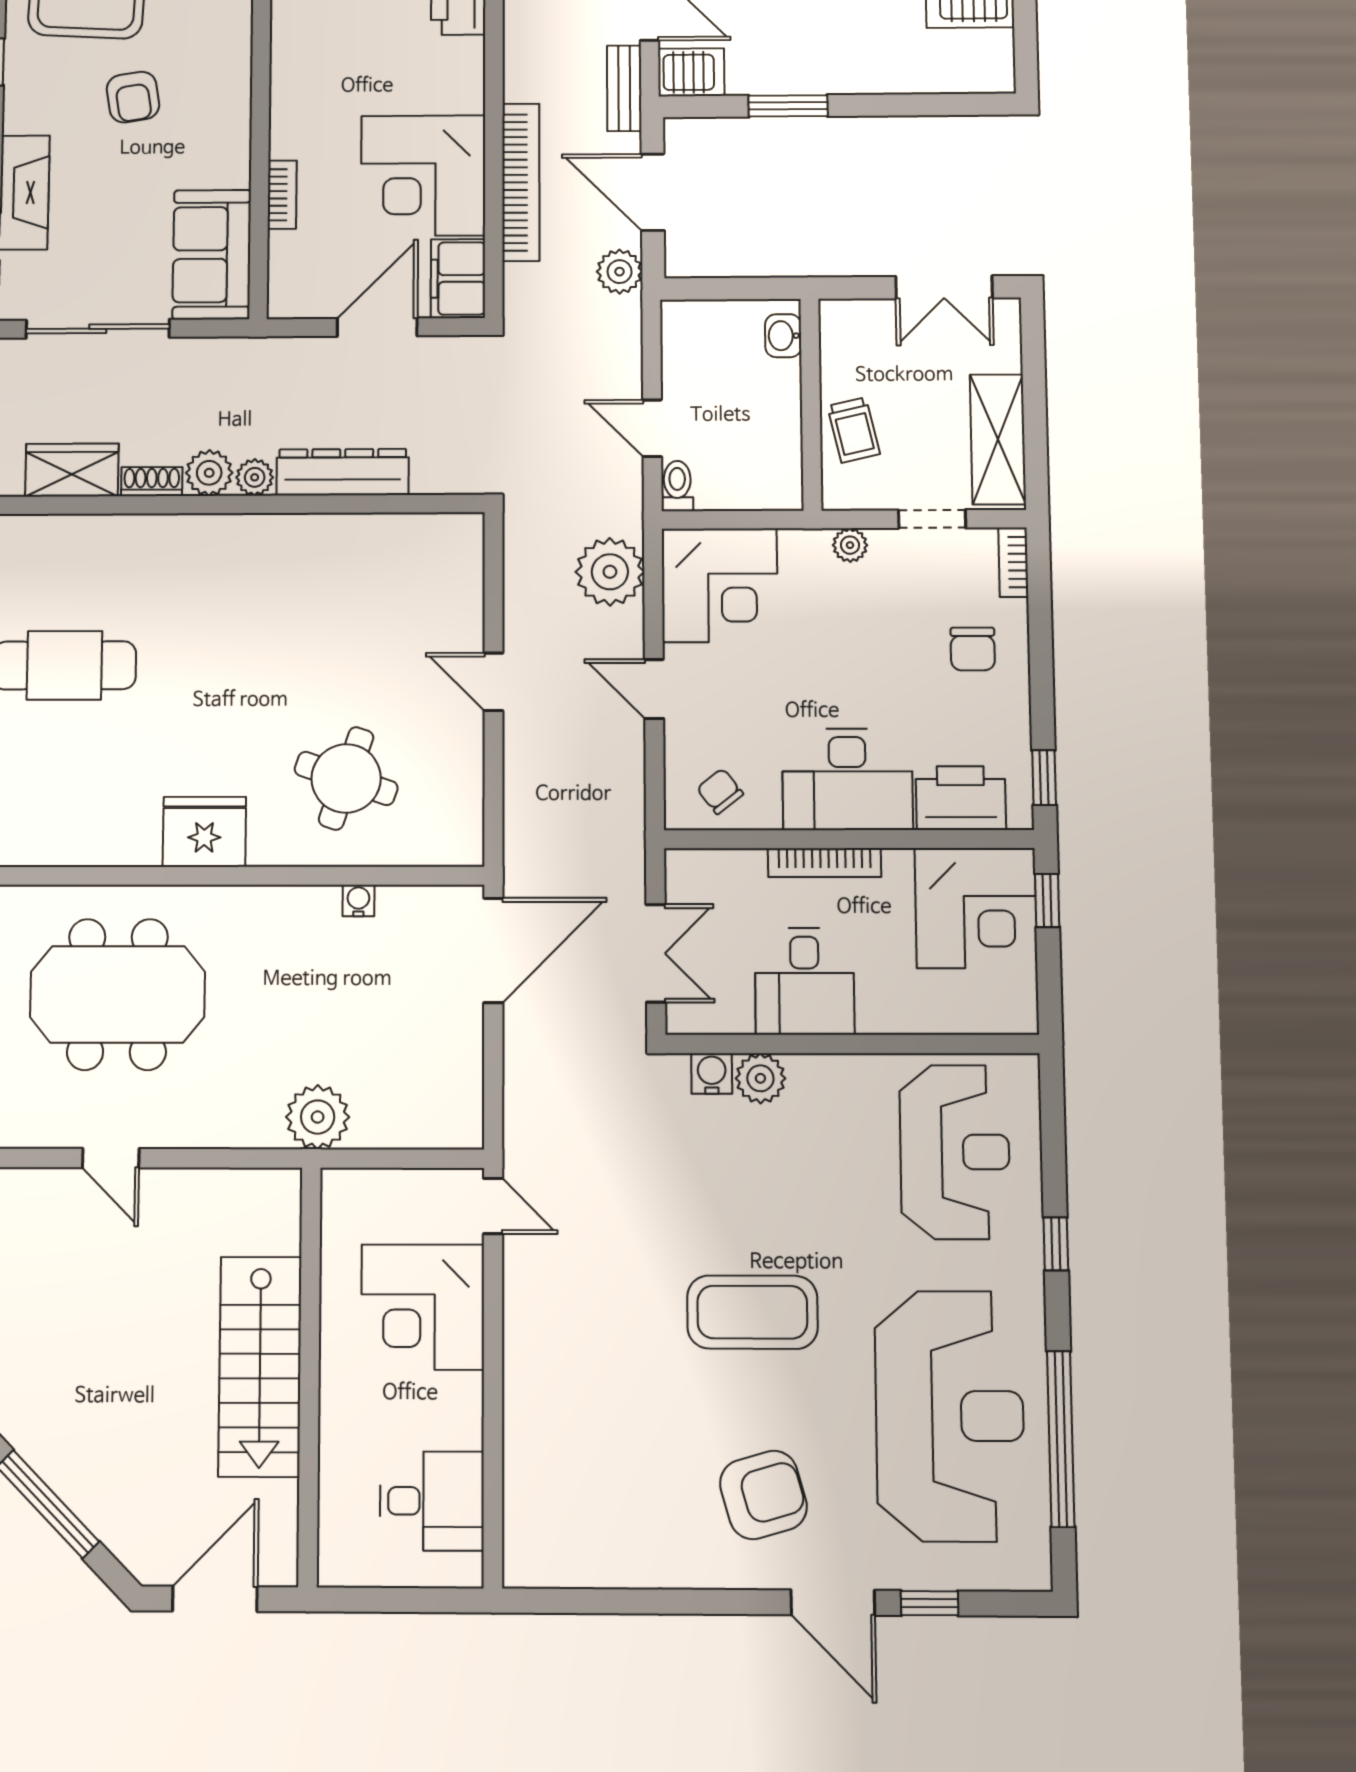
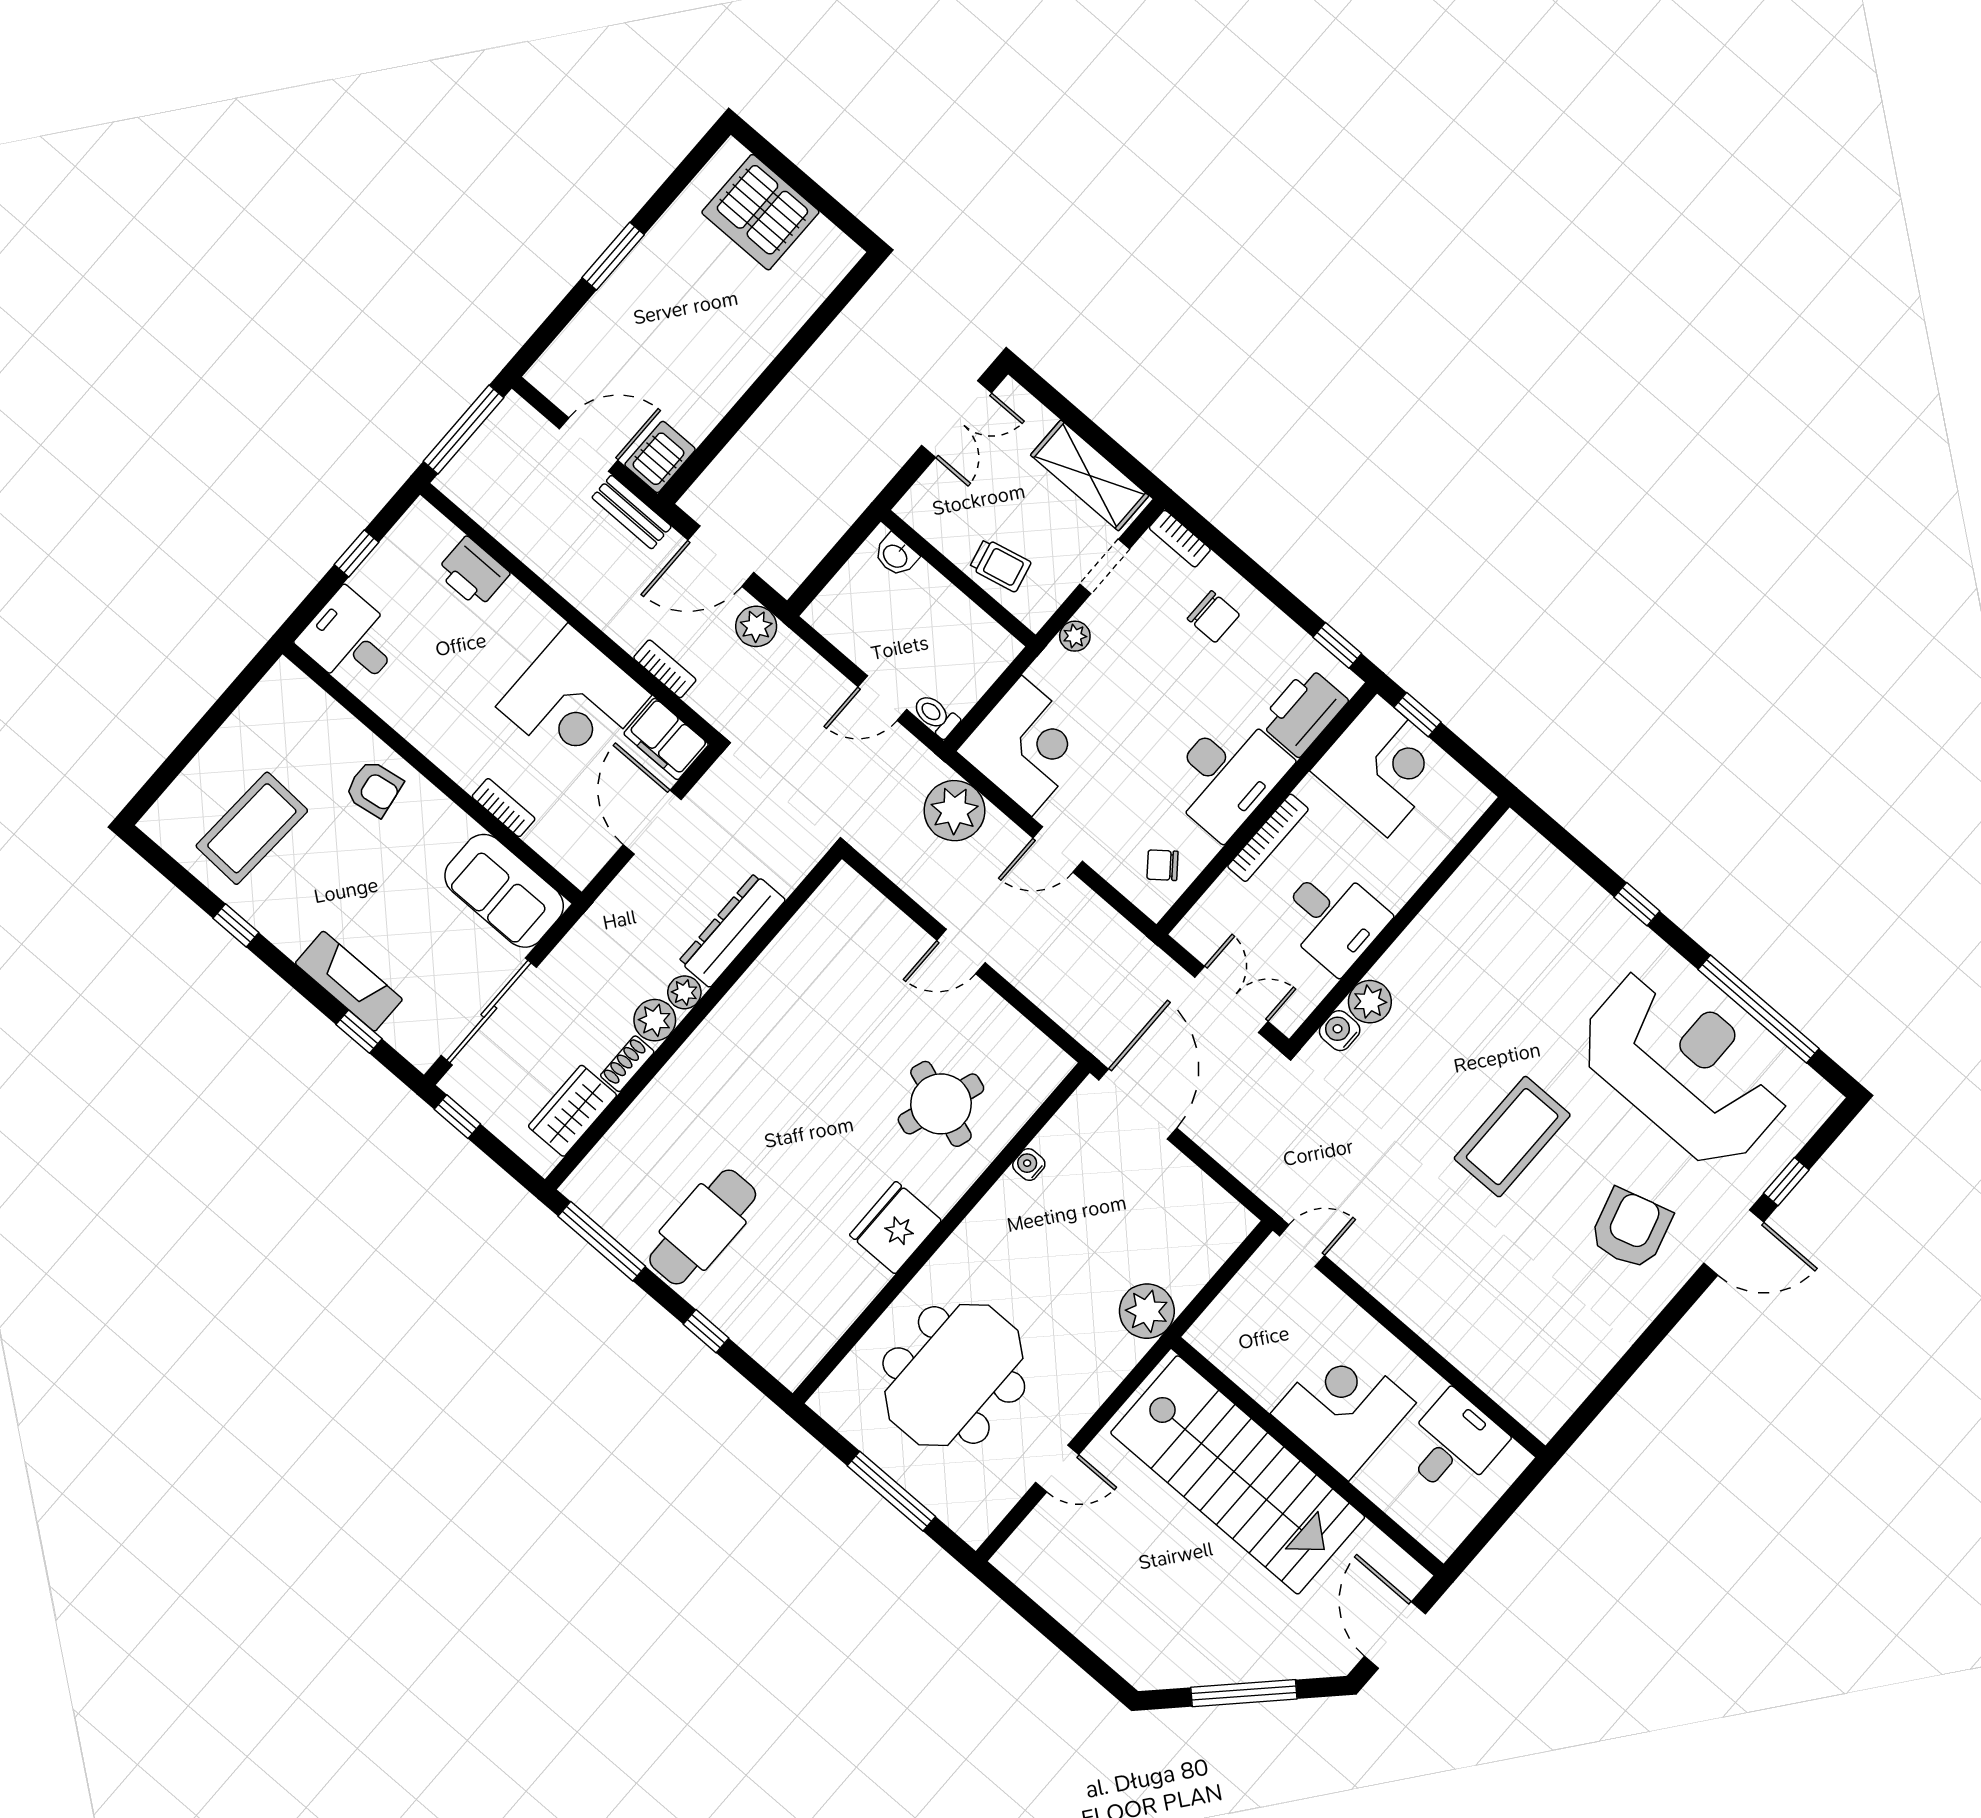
armchair: (133, 97) -> (374, 788), moved
window: (788, 106) -> (741, 413), removed
bookcase: (521, 182) -> (665, 669), width x0.43, depth x0.76
reception desk: (955, 1152) -> (1524, 918), removed
corner desk: (423, 1307) -> (1343, 1408), moved, turned 180
stairs: (260, 1366) -> (1238, 1475), width x1.36, depth x1.51

